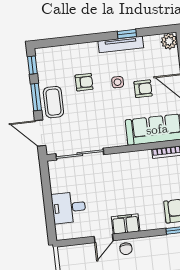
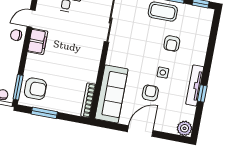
armchair: (143, 89) -> (150, 93), turned 180
door: (104, 238) -> (31, 18), hinge flipped

